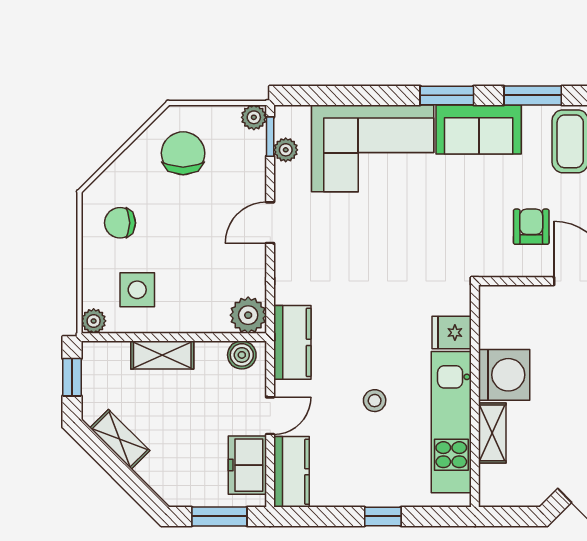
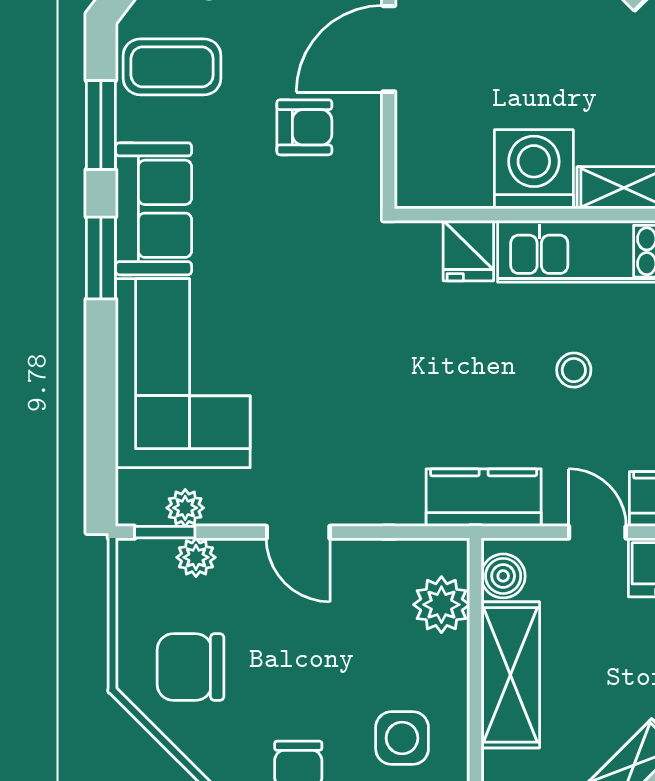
plant: (254, 117) -> (196, 557), moved
armchair: (531, 227) -> (304, 127), turned 180
plant: (248, 315) -> (441, 605), moved
shelving: (162, 355) -> (510, 675), width x1.50, depth x1.33

